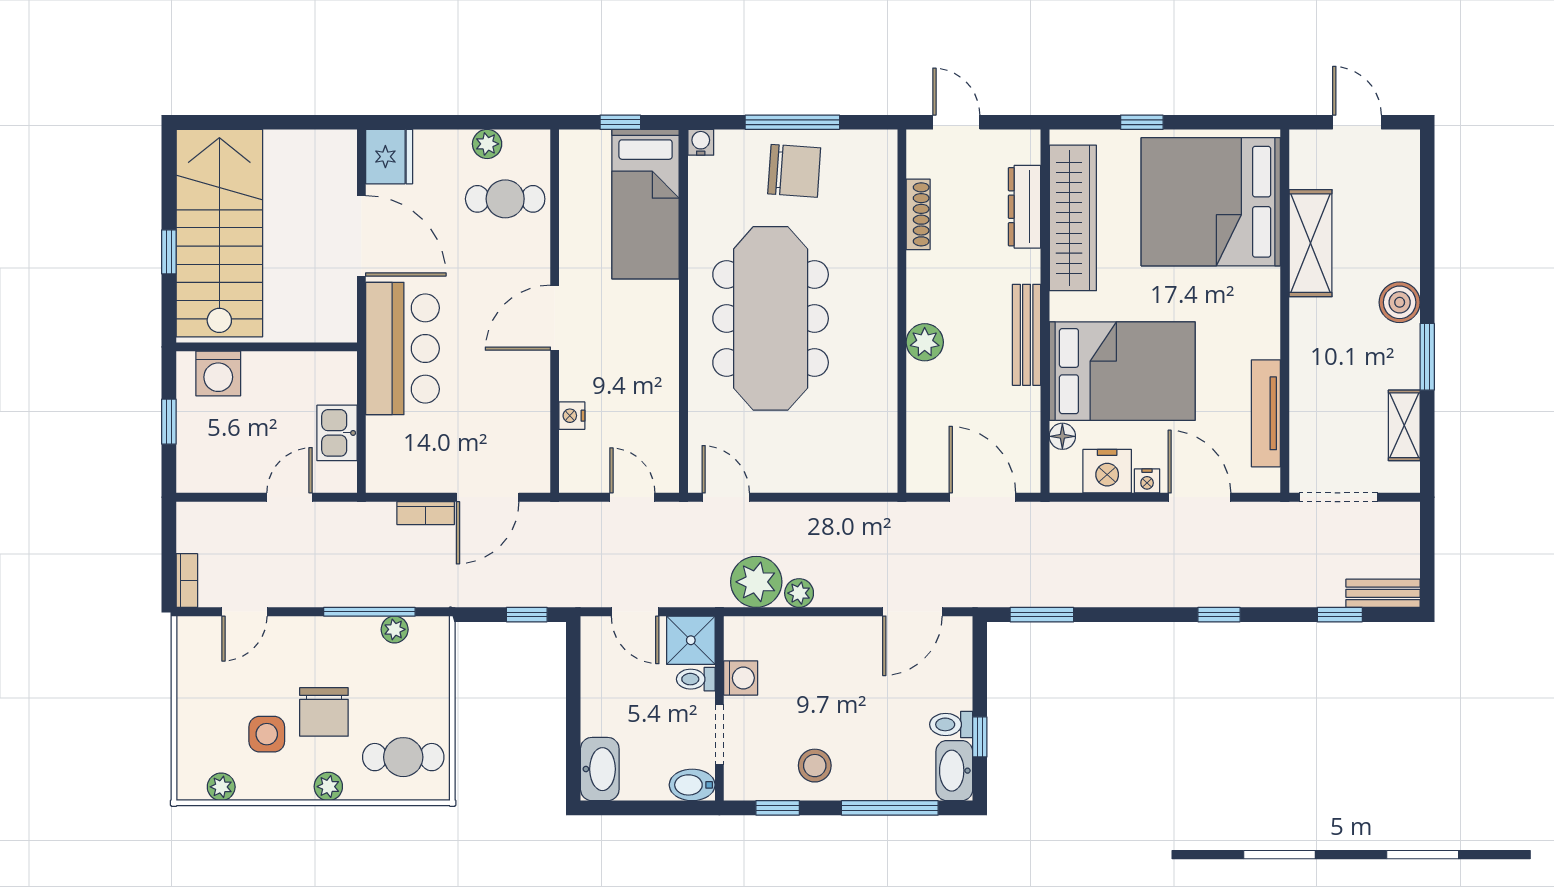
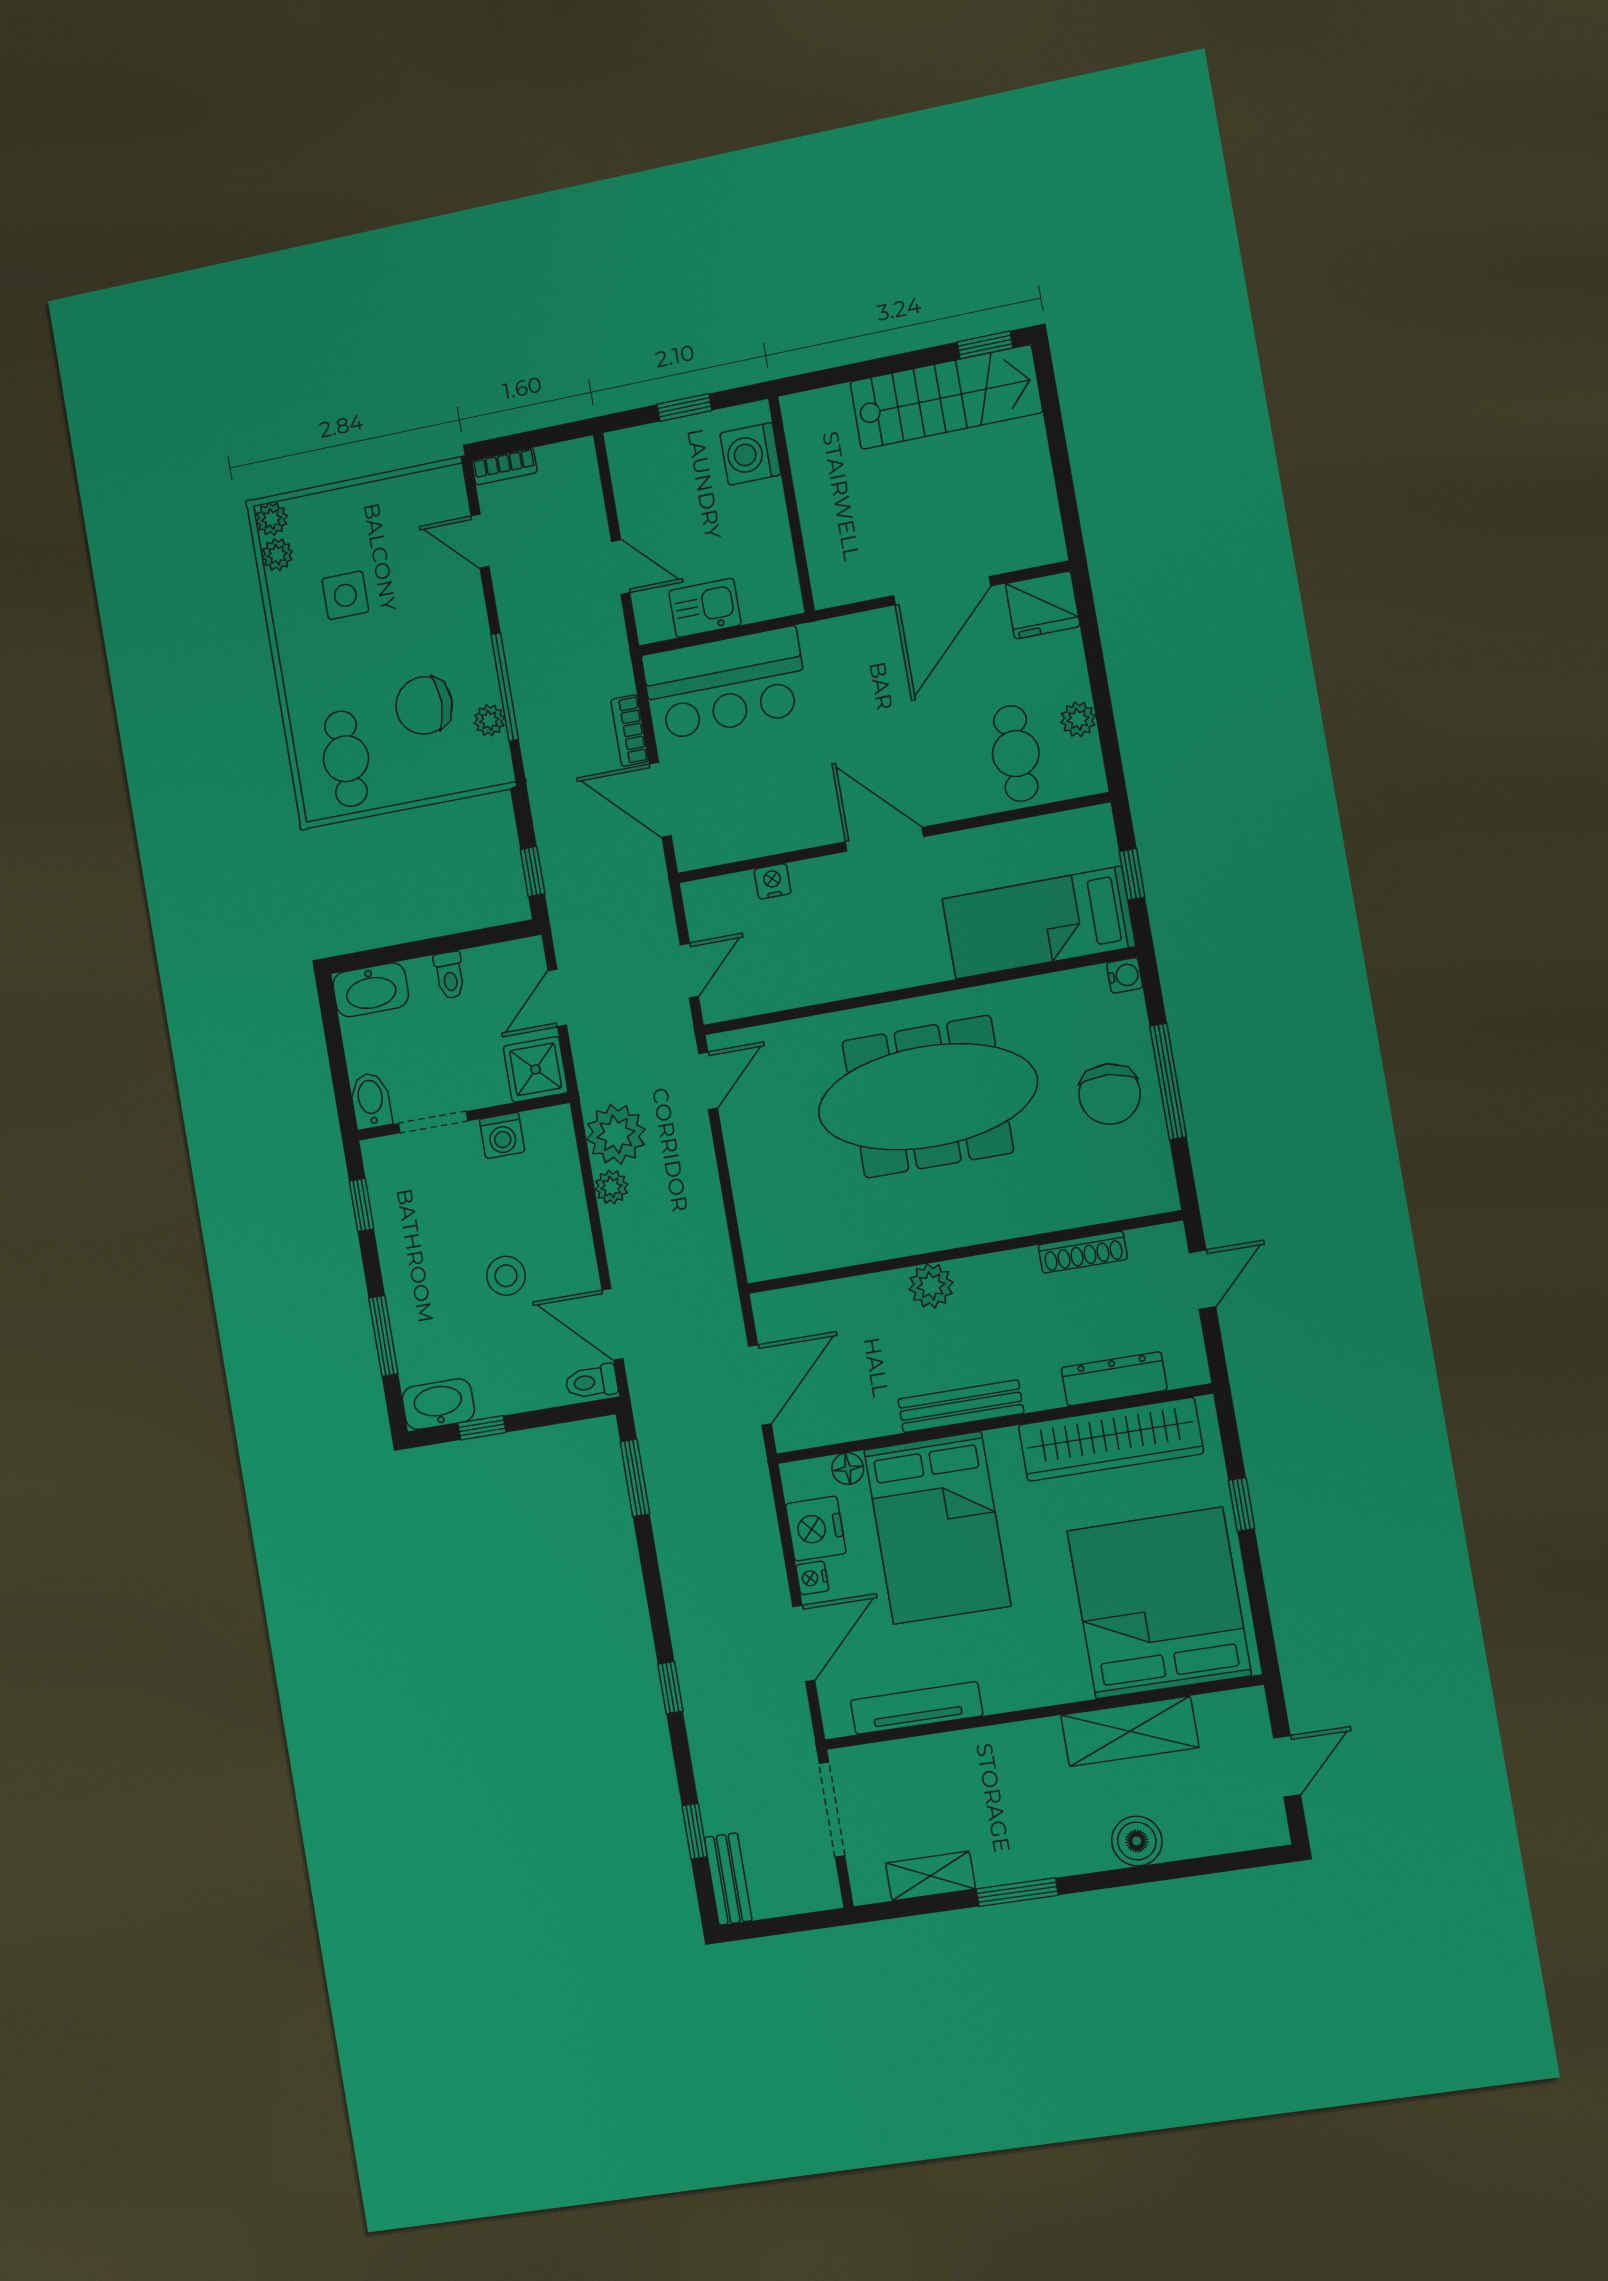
stairs: (219, 233) -> (946, 397), width x0.73, depth x0.66
window: (169, 252) -> (985, 345), moved
boiler: (1400, 302) -> (1137, 1841), moved
bar counter: (402, 349) -> (725, 684), moved
toilet: (696, 679) -> (450, 975), moved, turned 180
chair: (324, 712) -> (424, 705), moved
toilet: (951, 724) -> (591, 1382), moved, turned -90
stool: (815, 766) -> (506, 1276), moved
plant: (328, 787) -> (272, 519), moved
window: (890, 808) -> (383, 1336), width x0.69

